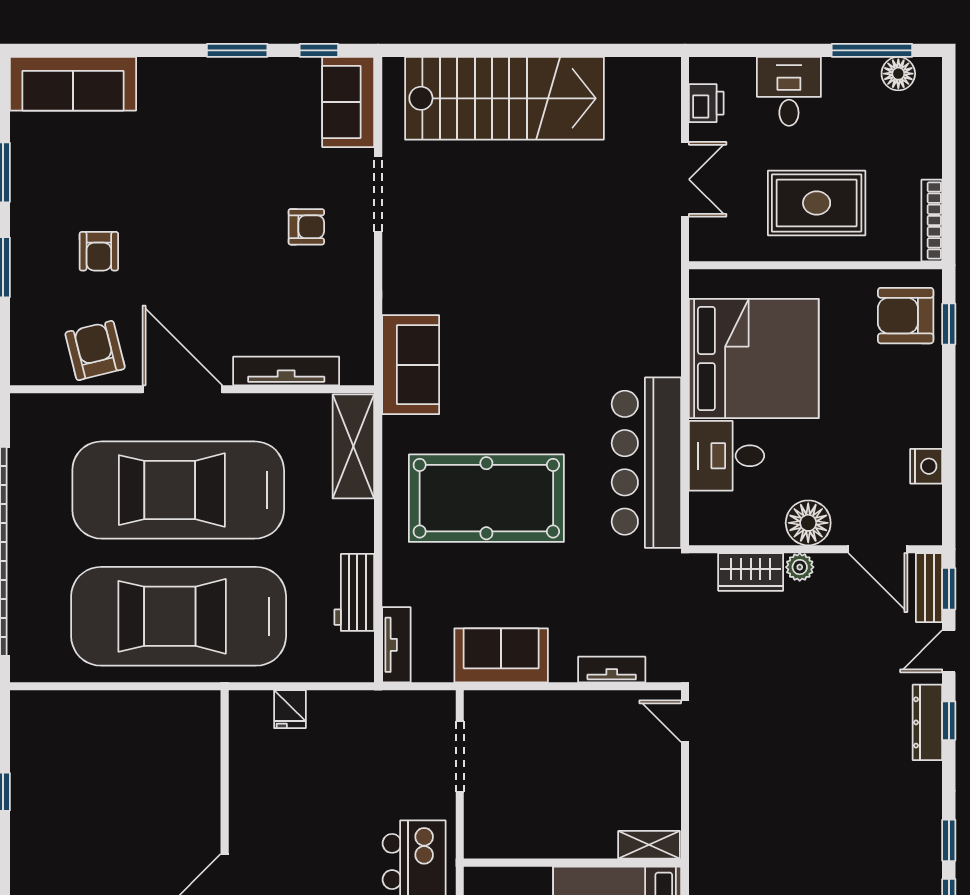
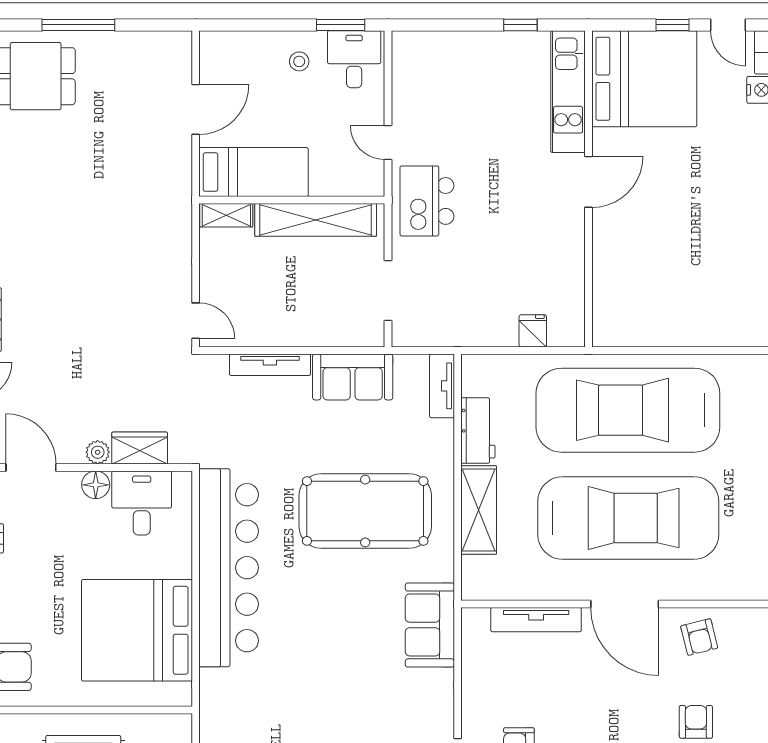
armchair: (95, 351) -> (699, 637), width x0.72, depth x0.72
shelving: (353, 446) -> (479, 510), moved
desk: (727, 456) -> (142, 503), moved, turned -90
bar counter: (646, 463) -> (229, 568), width x1.36
floor lamp: (808, 523) -> (96, 485), width x0.73, depth x0.73
car: (179, 616) -> (628, 410), turned 180
tv unit: (612, 670) -> (270, 365), width x1.41
shelving: (544, 839) -> (316, 220), added

